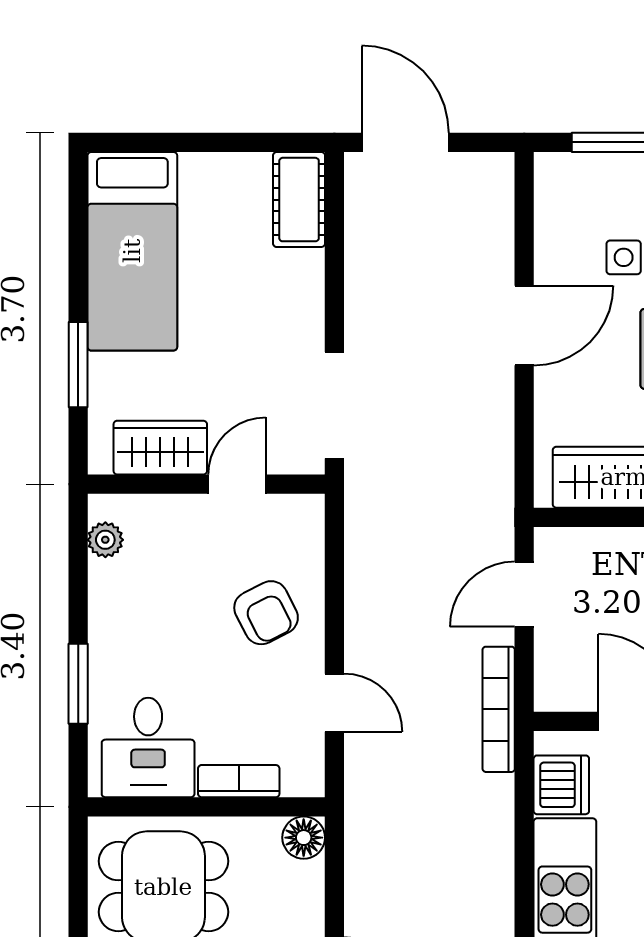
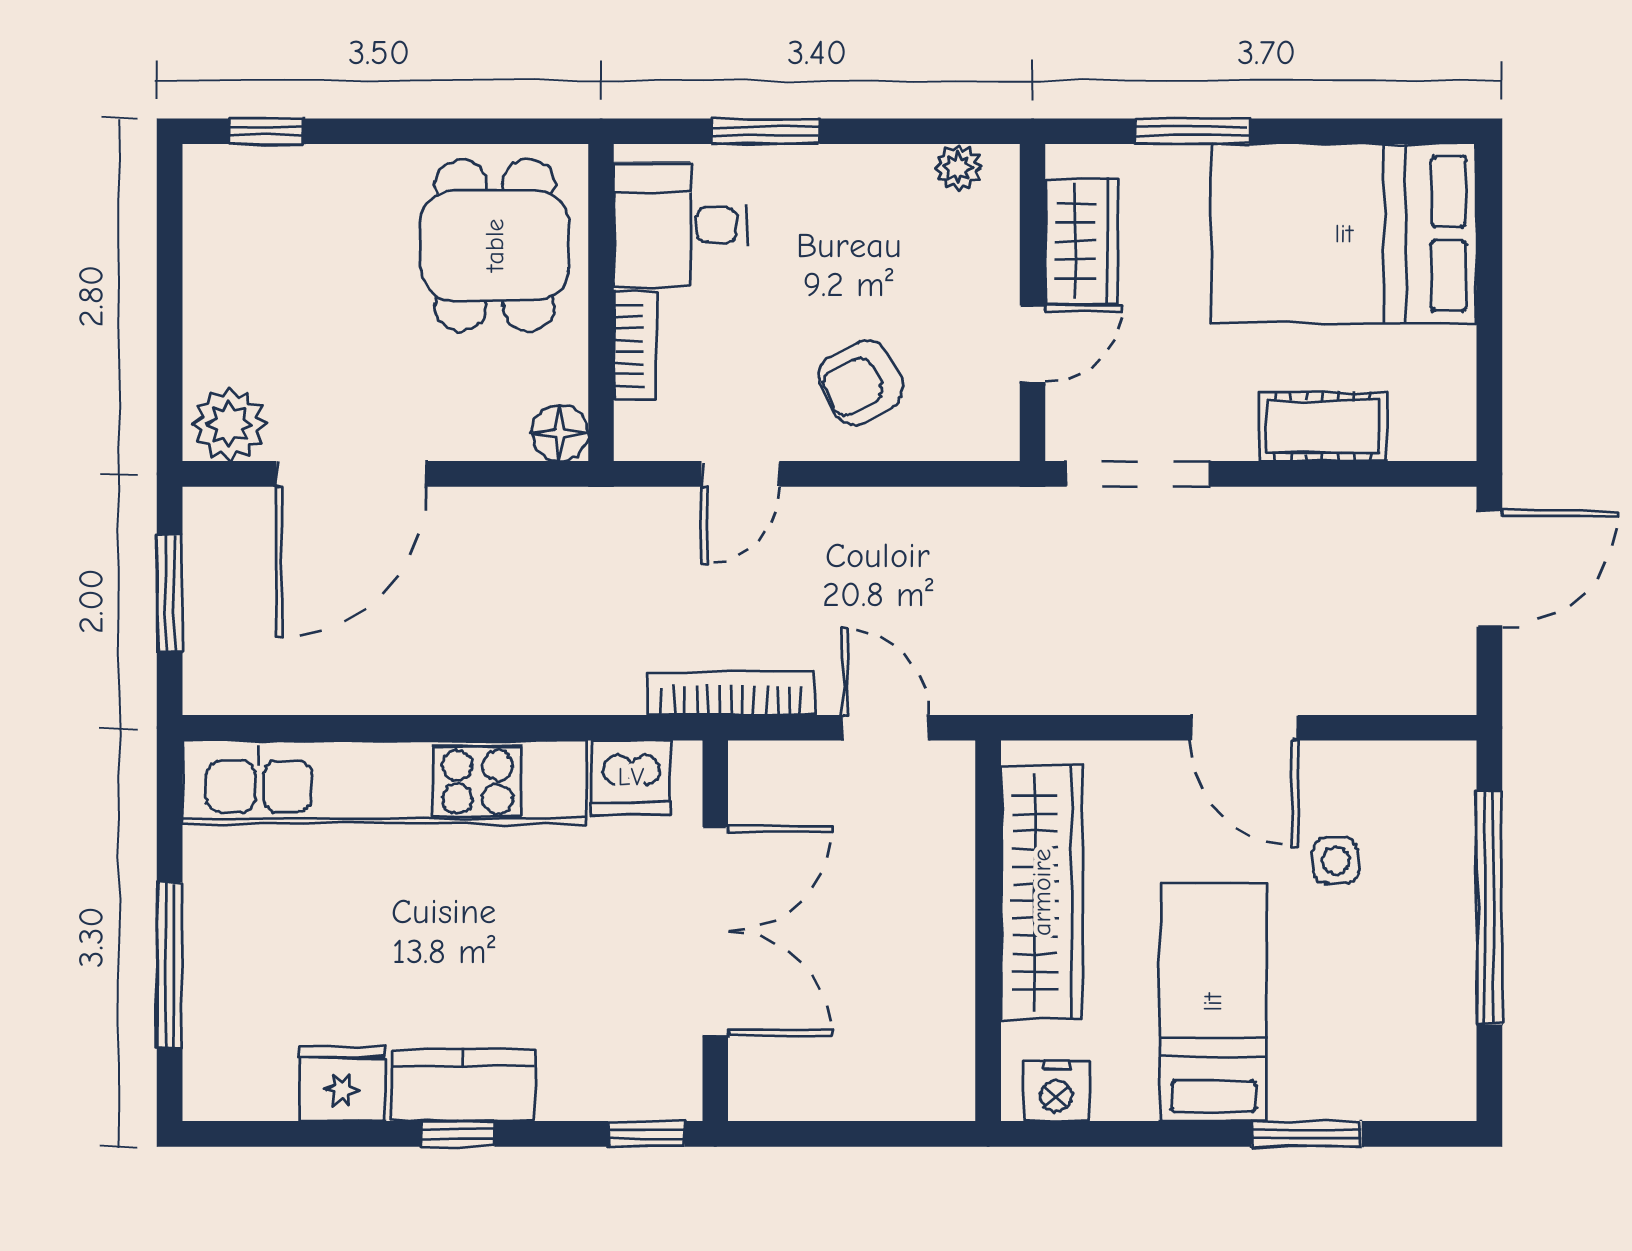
cot: (299, 200) -> (1323, 427), moved
bed: (132, 251) -> (1344, 234), width x1.50
door: (237, 484) -> (1033, 344), hinge flipped

